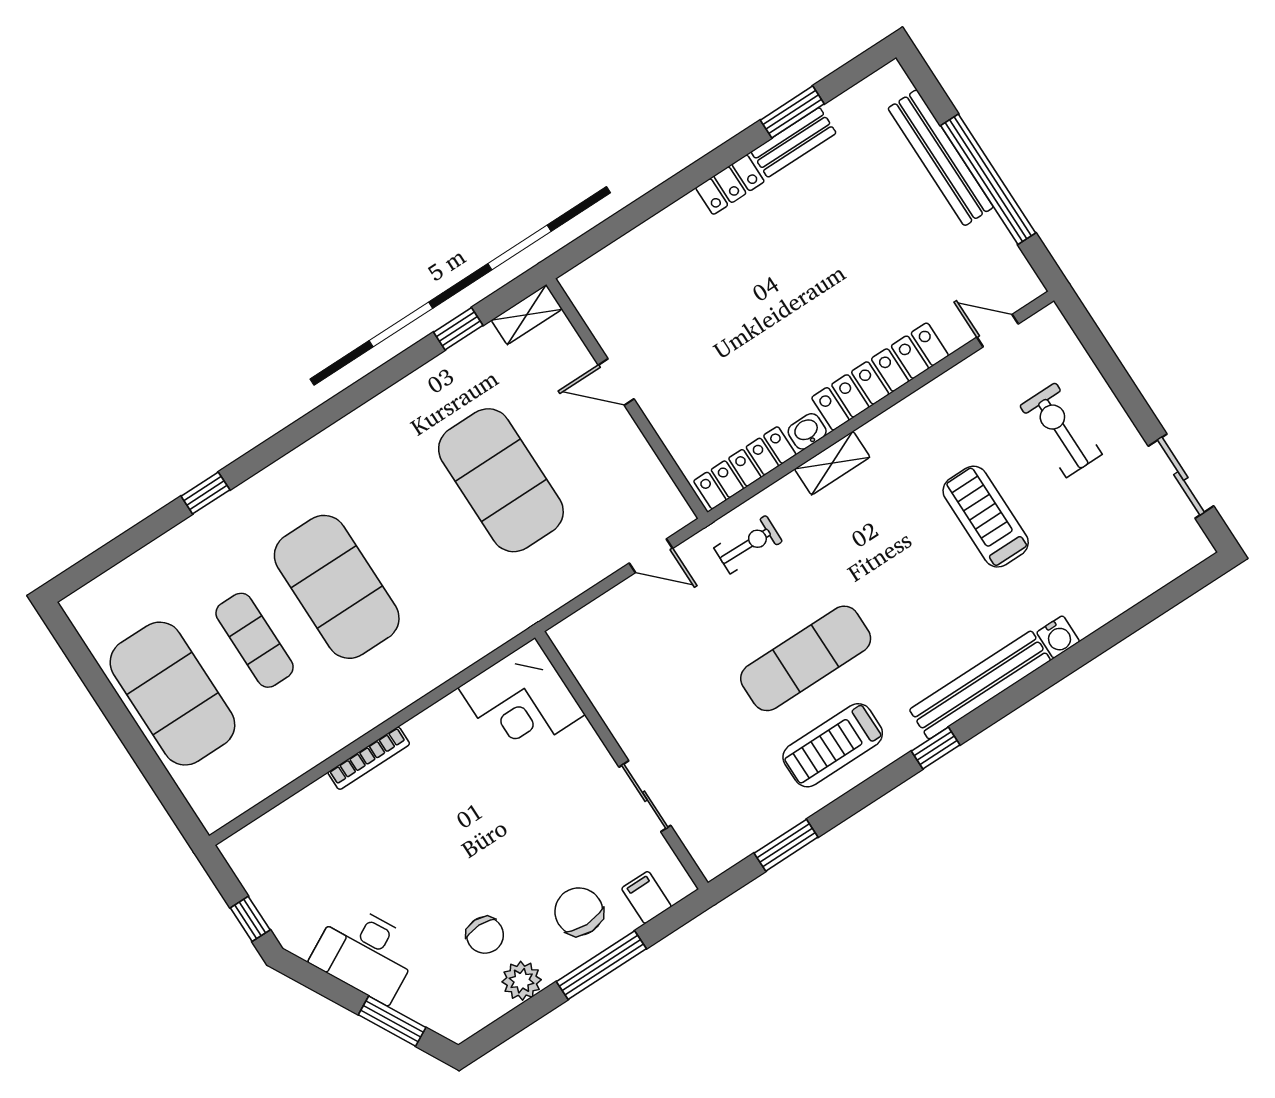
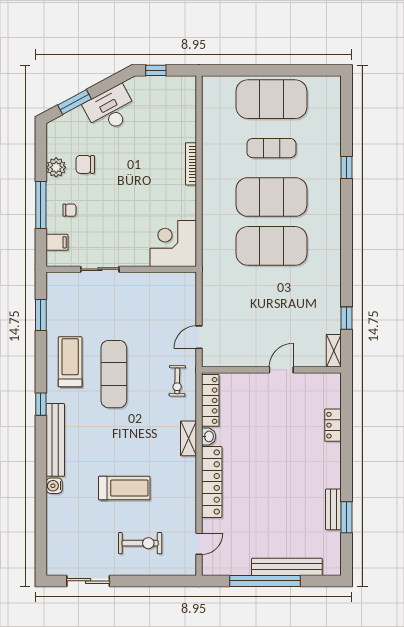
locker: (730, 185) -> (333, 425), moved
exercise mat: (501, 480) -> (271, 246), moved
chair: (579, 912) -> (69, 210), width x0.54, depth x0.54

